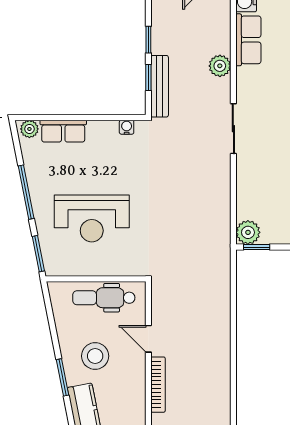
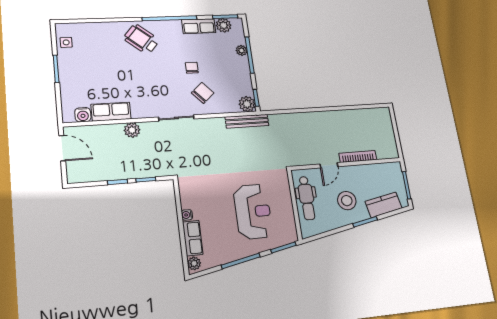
bench: (160, 86) -> (247, 121), moved
water cooler: (127, 127) -> (187, 215), moved
chair: (268, 170) -> (203, 93), added

